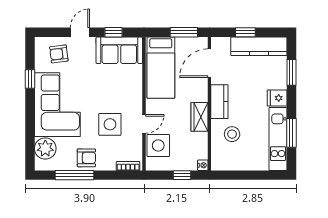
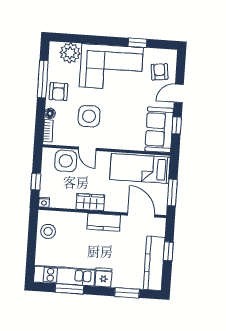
door: (80, 32) -> (179, 93), swing flipped
stool: (232, 134) -> (48, 231), moved
floor lamp: (110, 165) -> (50, 113), added

